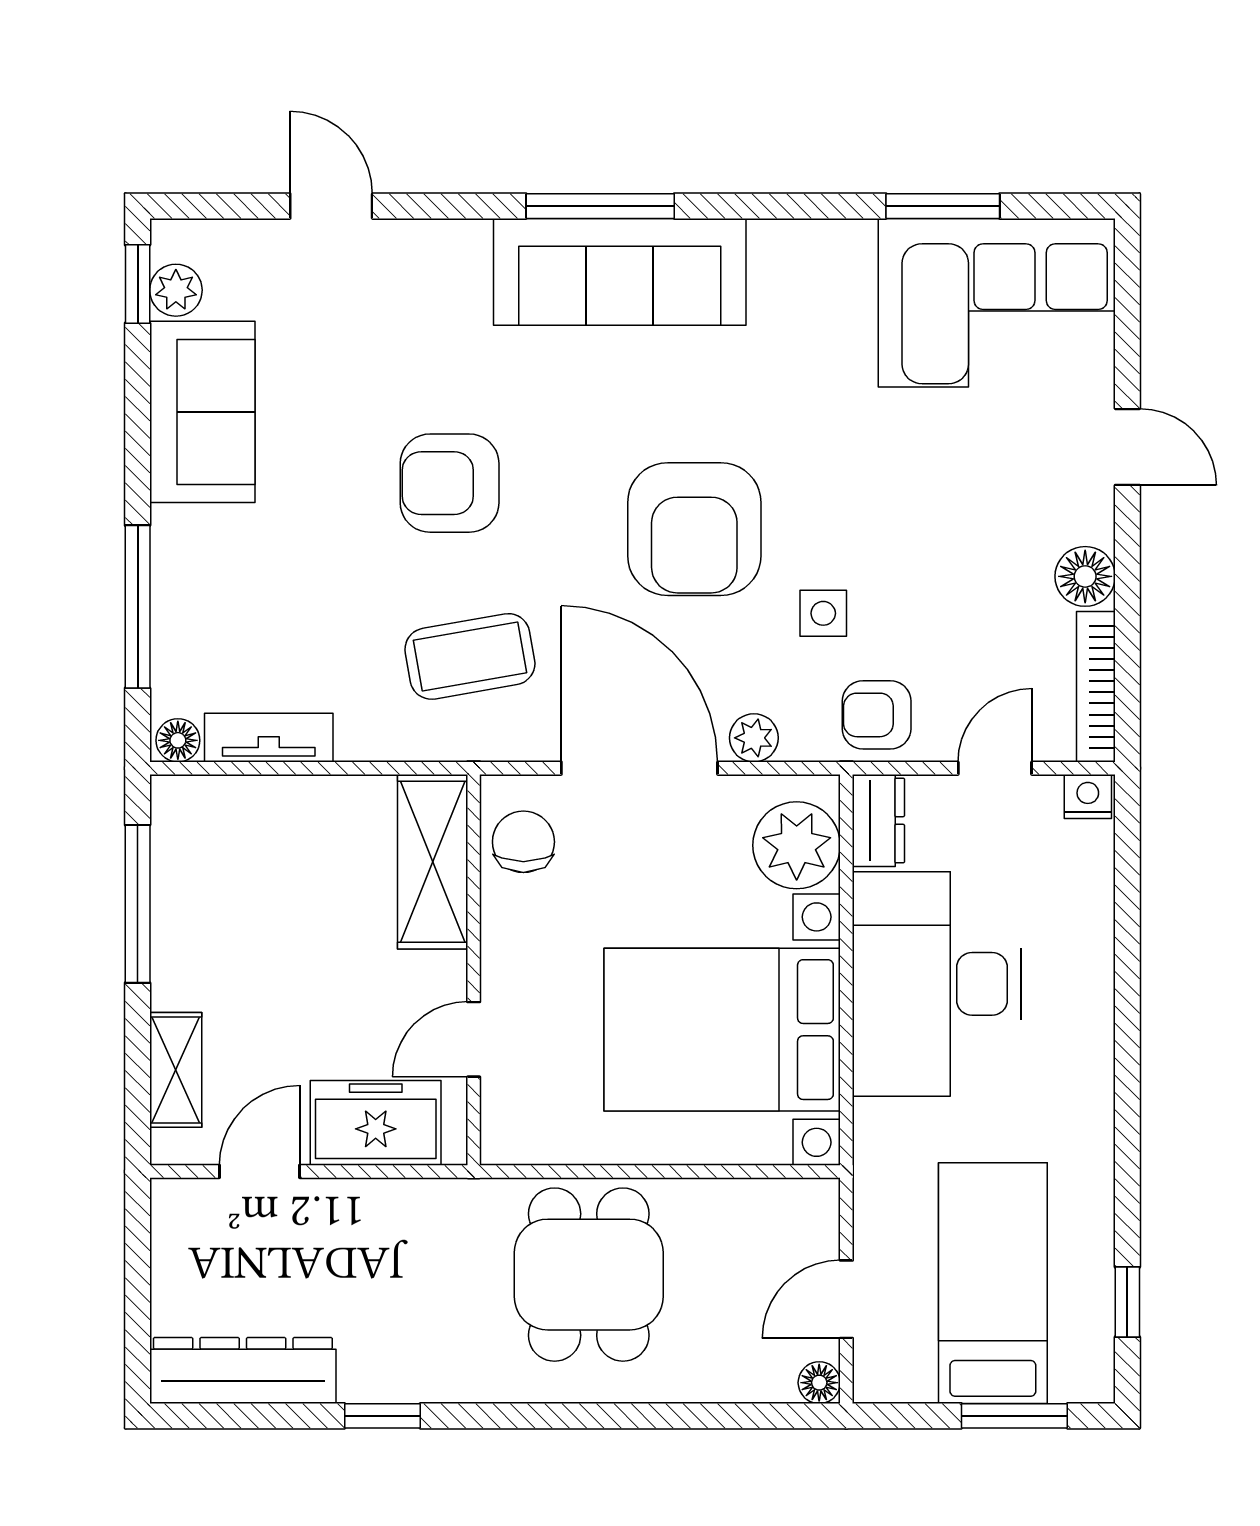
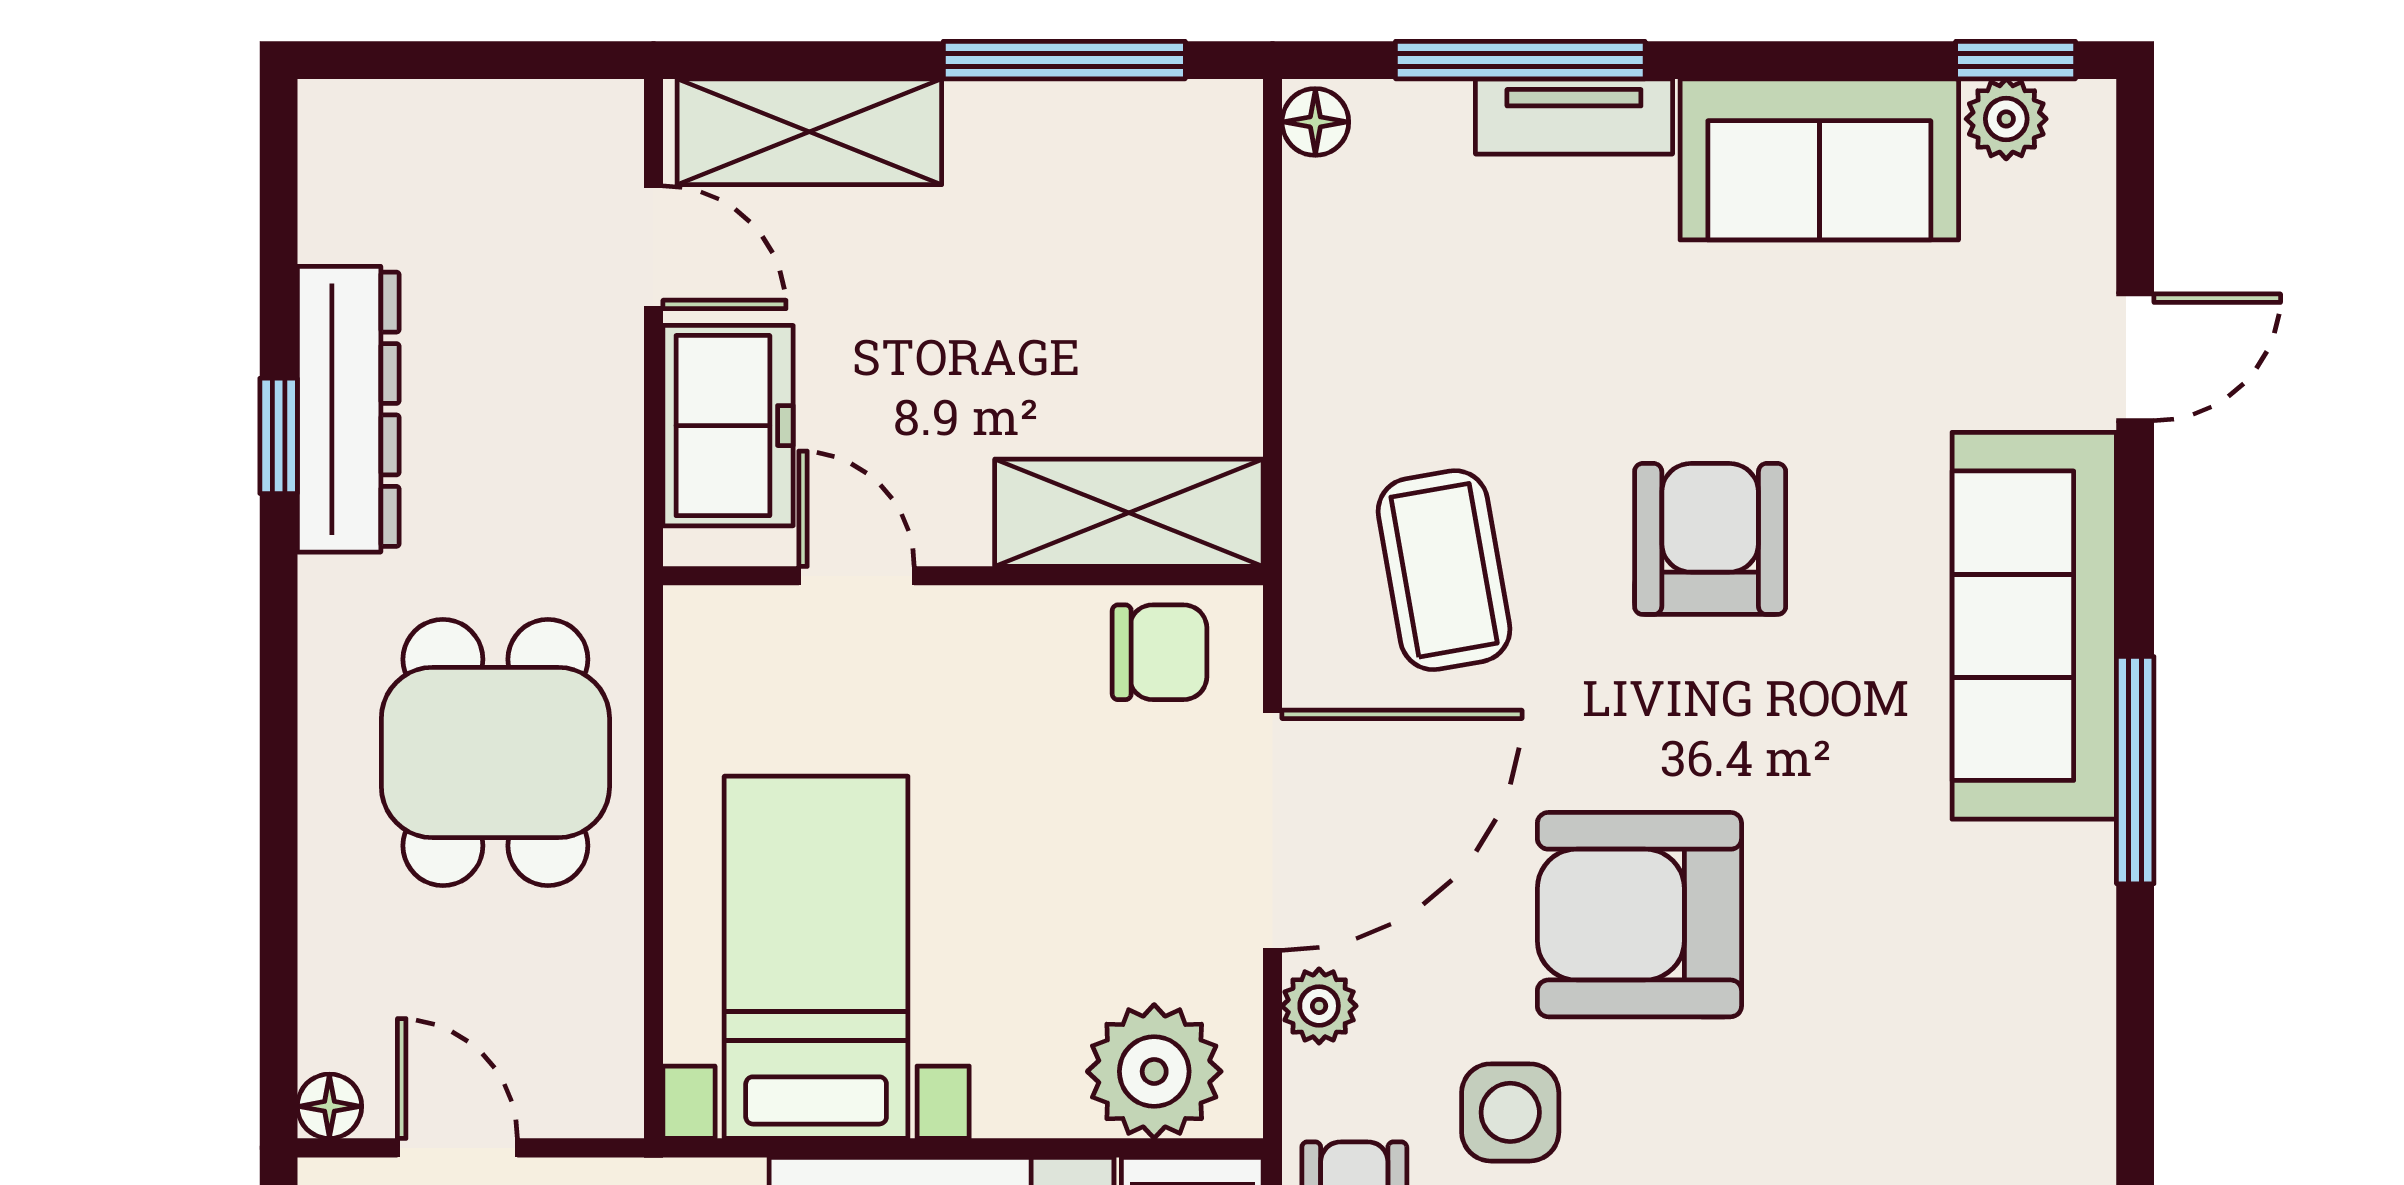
sofa: (620, 272) -> (2034, 626), moved
side table: (823, 613) -> (1510, 1112), width x1.37, depth x1.37
tv unit: (269, 738) -> (1574, 116), moved, turned 90
bed with nightstands: (722, 1030) -> (816, 957), width x0.73
shelving: (176, 1070) -> (809, 132), width x1.50, depth x1.33
dining table: (589, 1275) -> (495, 753), turned 90
dresser: (243, 1370) -> (348, 409), moved

